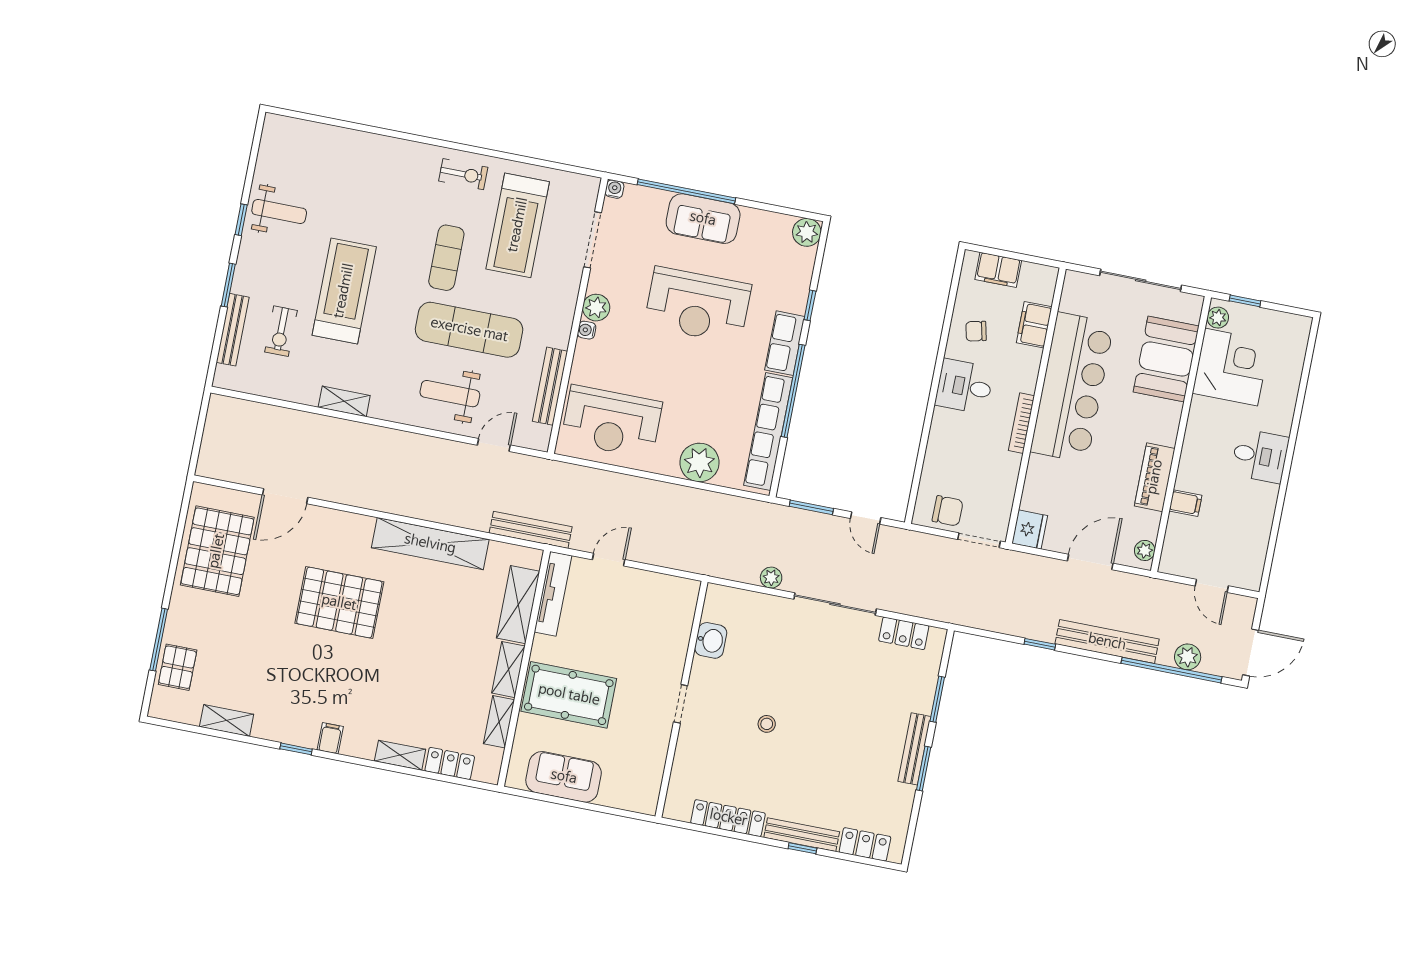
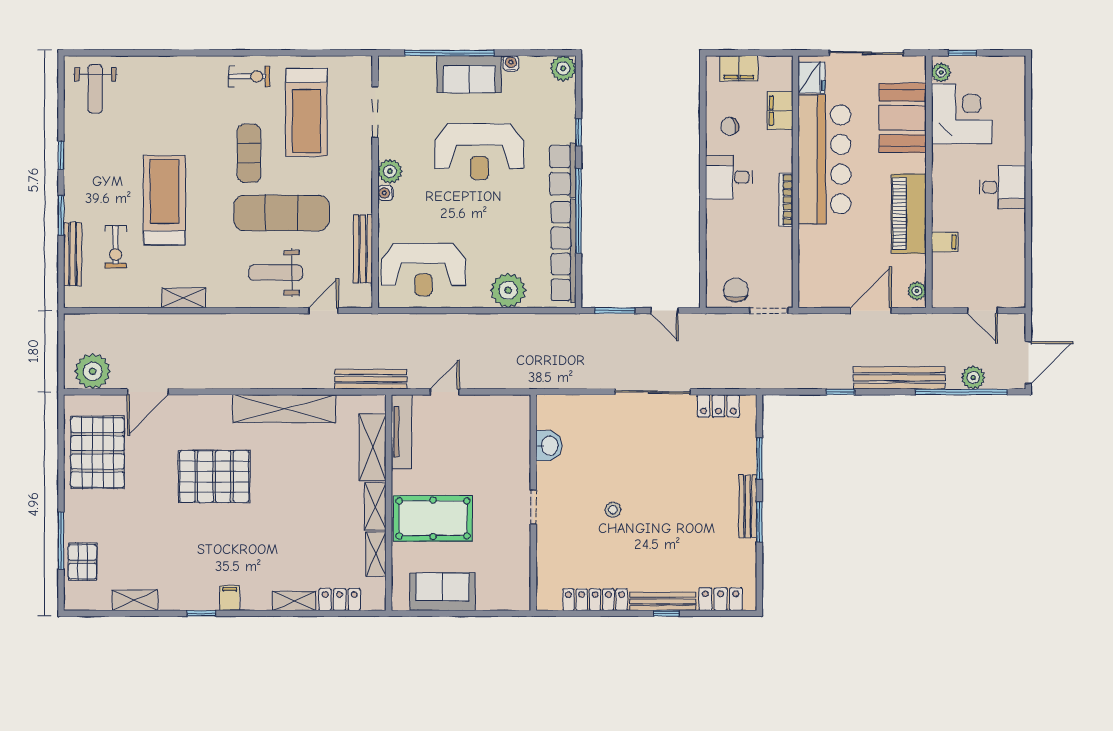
water cooler: (614, 189) -> (511, 63), moved
weight bench: (279, 211) -> (95, 89), moved, turned 90
piano: (1155, 477) -> (909, 214), width x1.37, depth x1.33
chair: (948, 511) -> (736, 290), turned -90
fridge: (1030, 530) -> (812, 78), moved
plant: (771, 578) -> (93, 371), moved, width x1.88, depth x1.88

